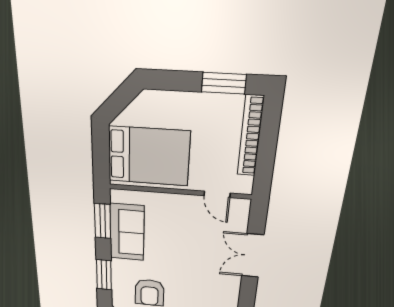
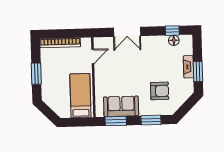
window: (224, 83) -> (36, 74), moved
bed: (149, 156) -> (80, 96), width x0.67

